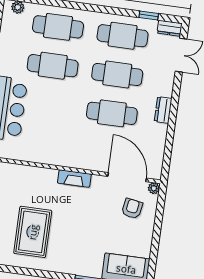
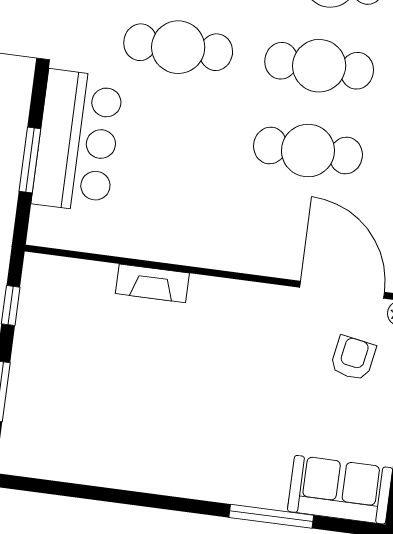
fireplace: (74, 178) -> (152, 283), moved
rug: (33, 232) -> (137, 410), removed

